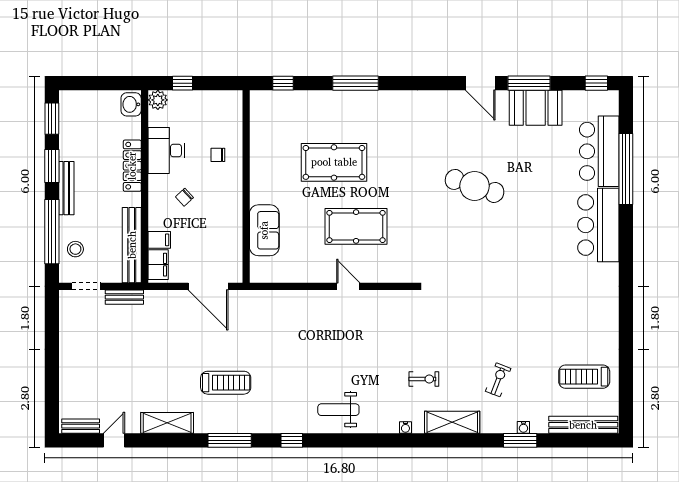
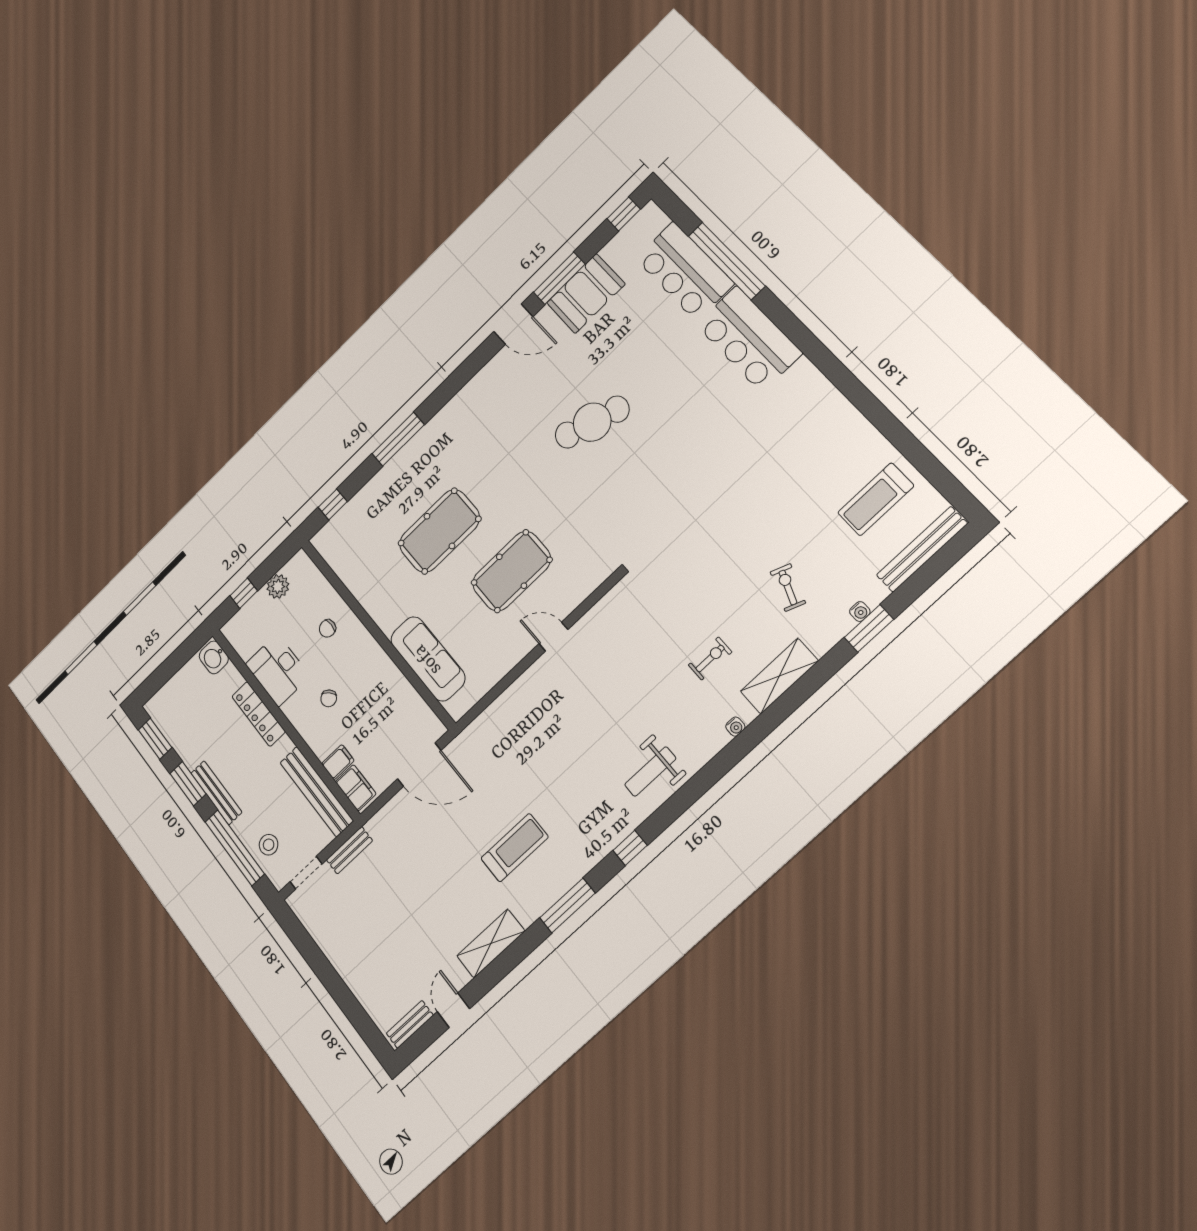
plant: (158, 100) -> (278, 586), moved
sofa: (264, 230) -> (428, 659), width x1.36

